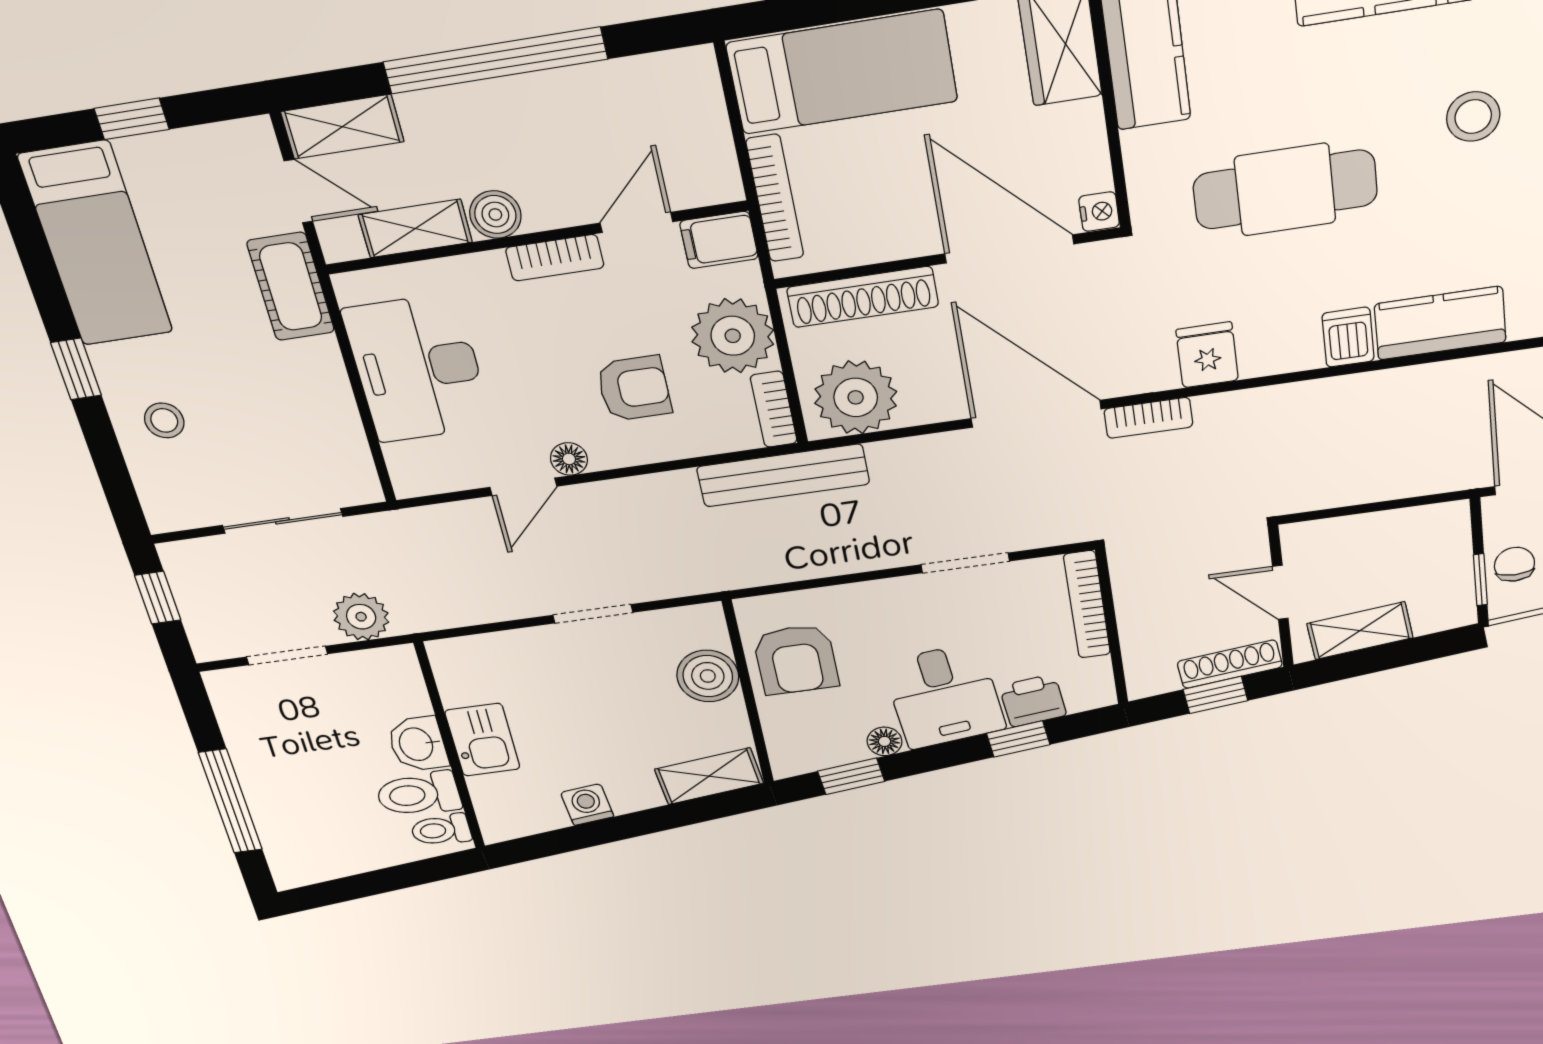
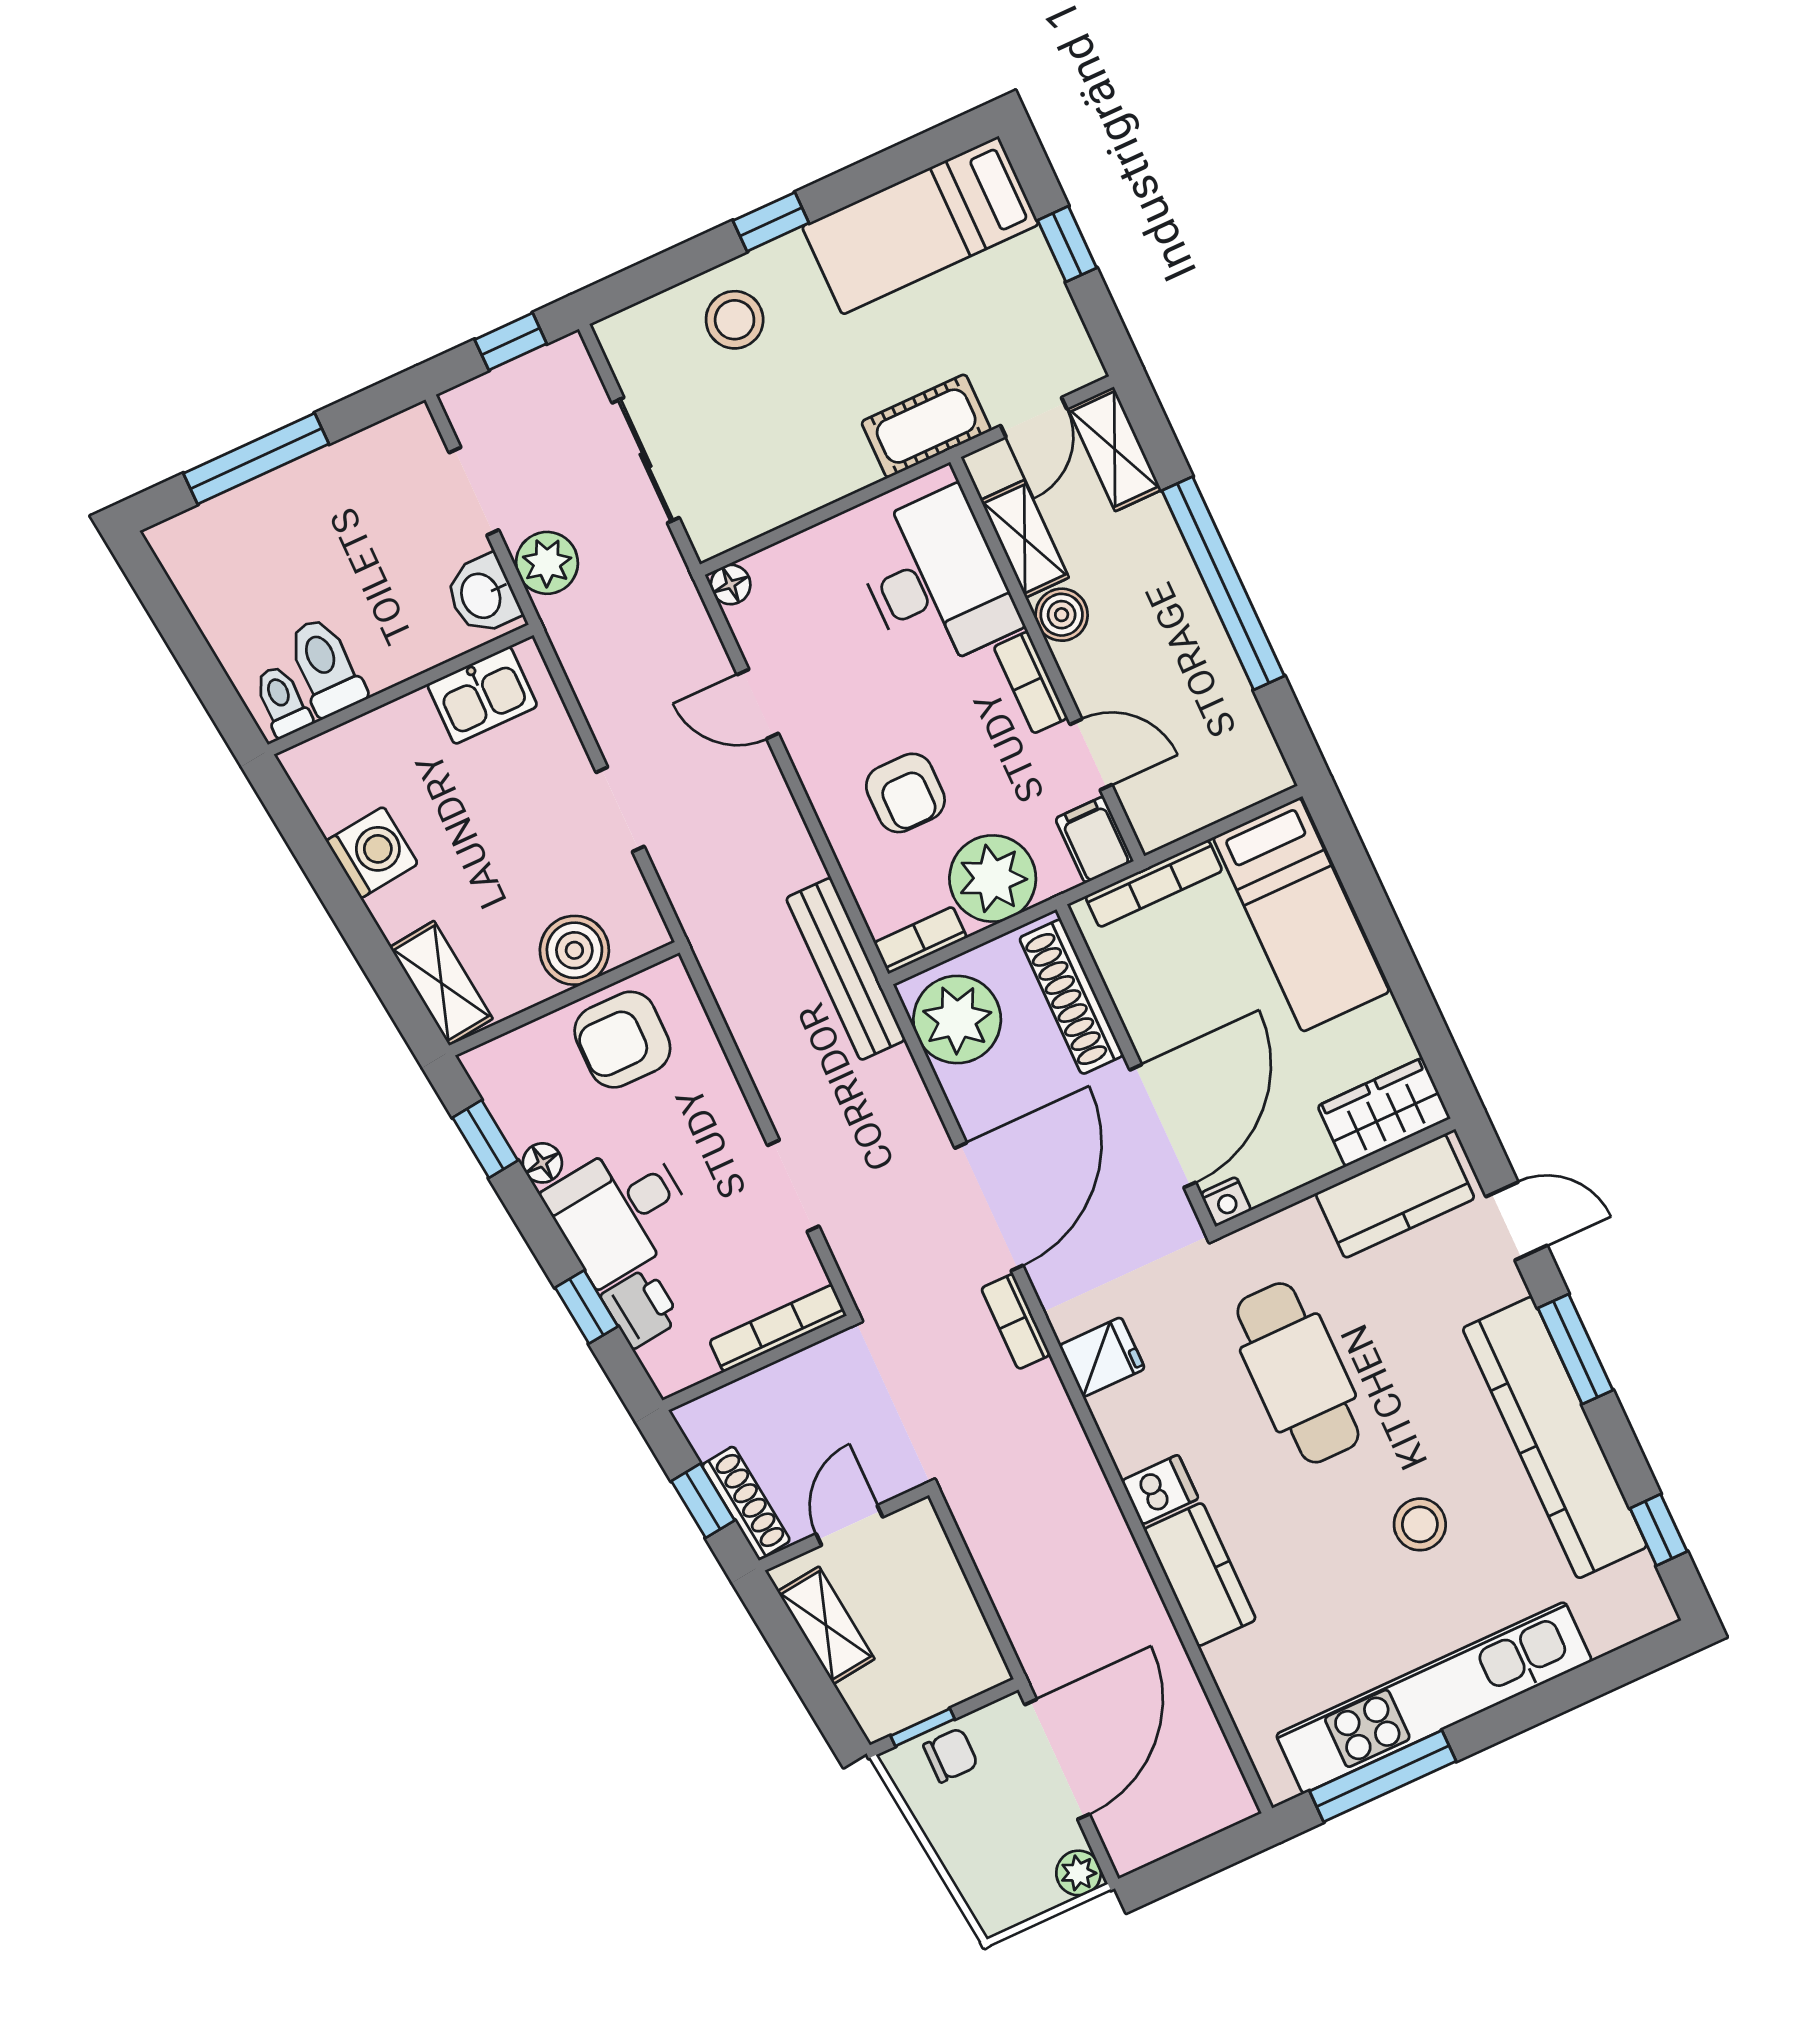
desk: (417, 368) -> (935, 580), moved, turned 90
stool: (164, 420) -> (735, 320), width x1.37, depth x1.37
floor lamp: (569, 459) -> (731, 585), moved
kitchen sink: (482, 740) -> (482, 695), moved
washbasin: (418, 744) -> (482, 595), moved, turned -90
washing machine: (587, 805) -> (372, 852), width x1.38, depth x1.38

